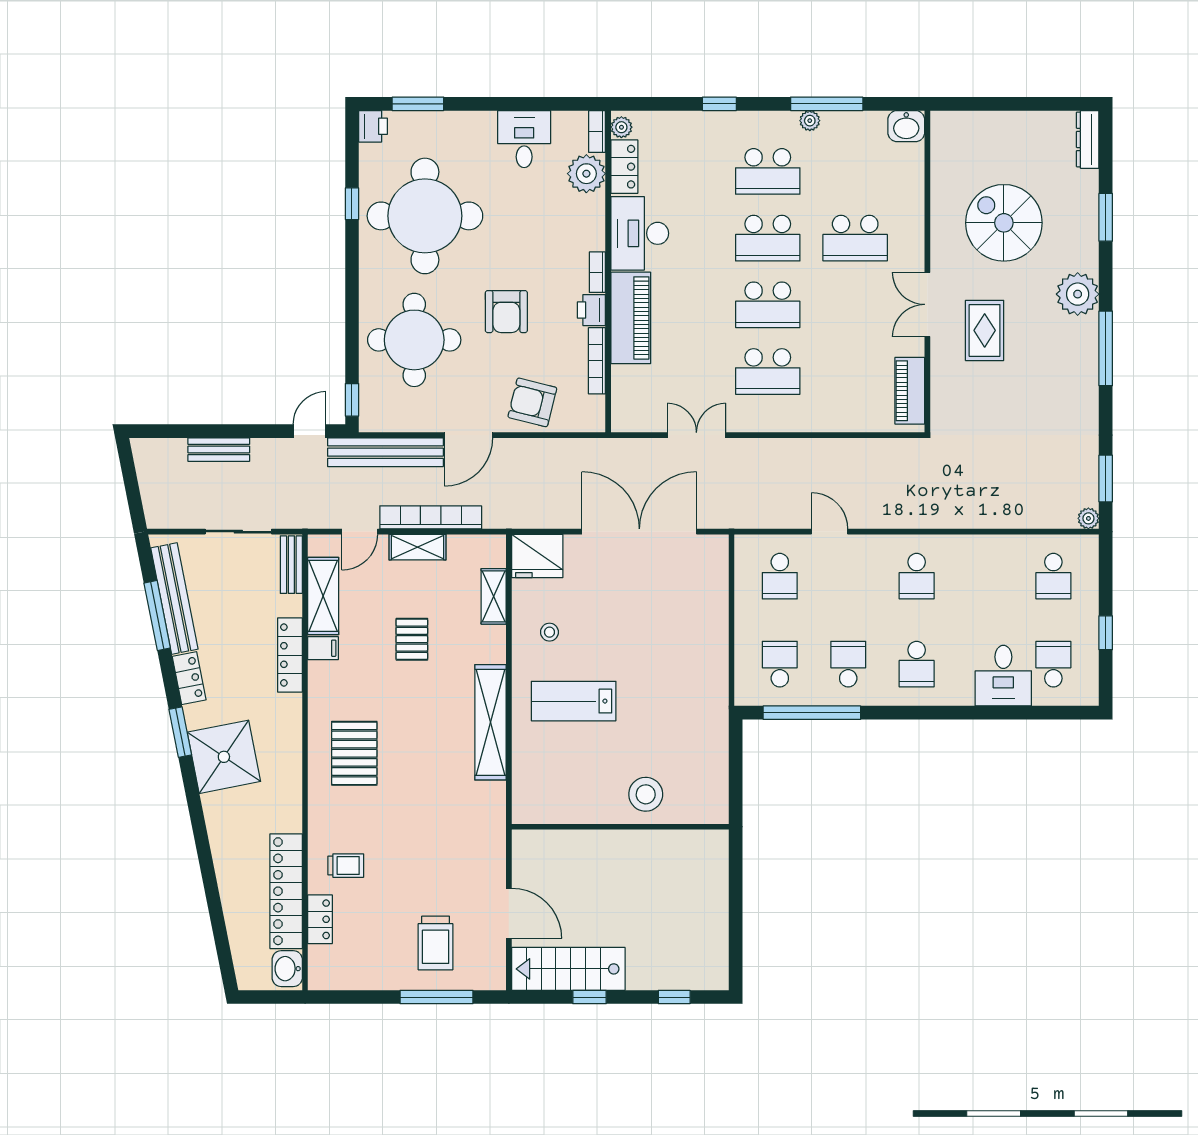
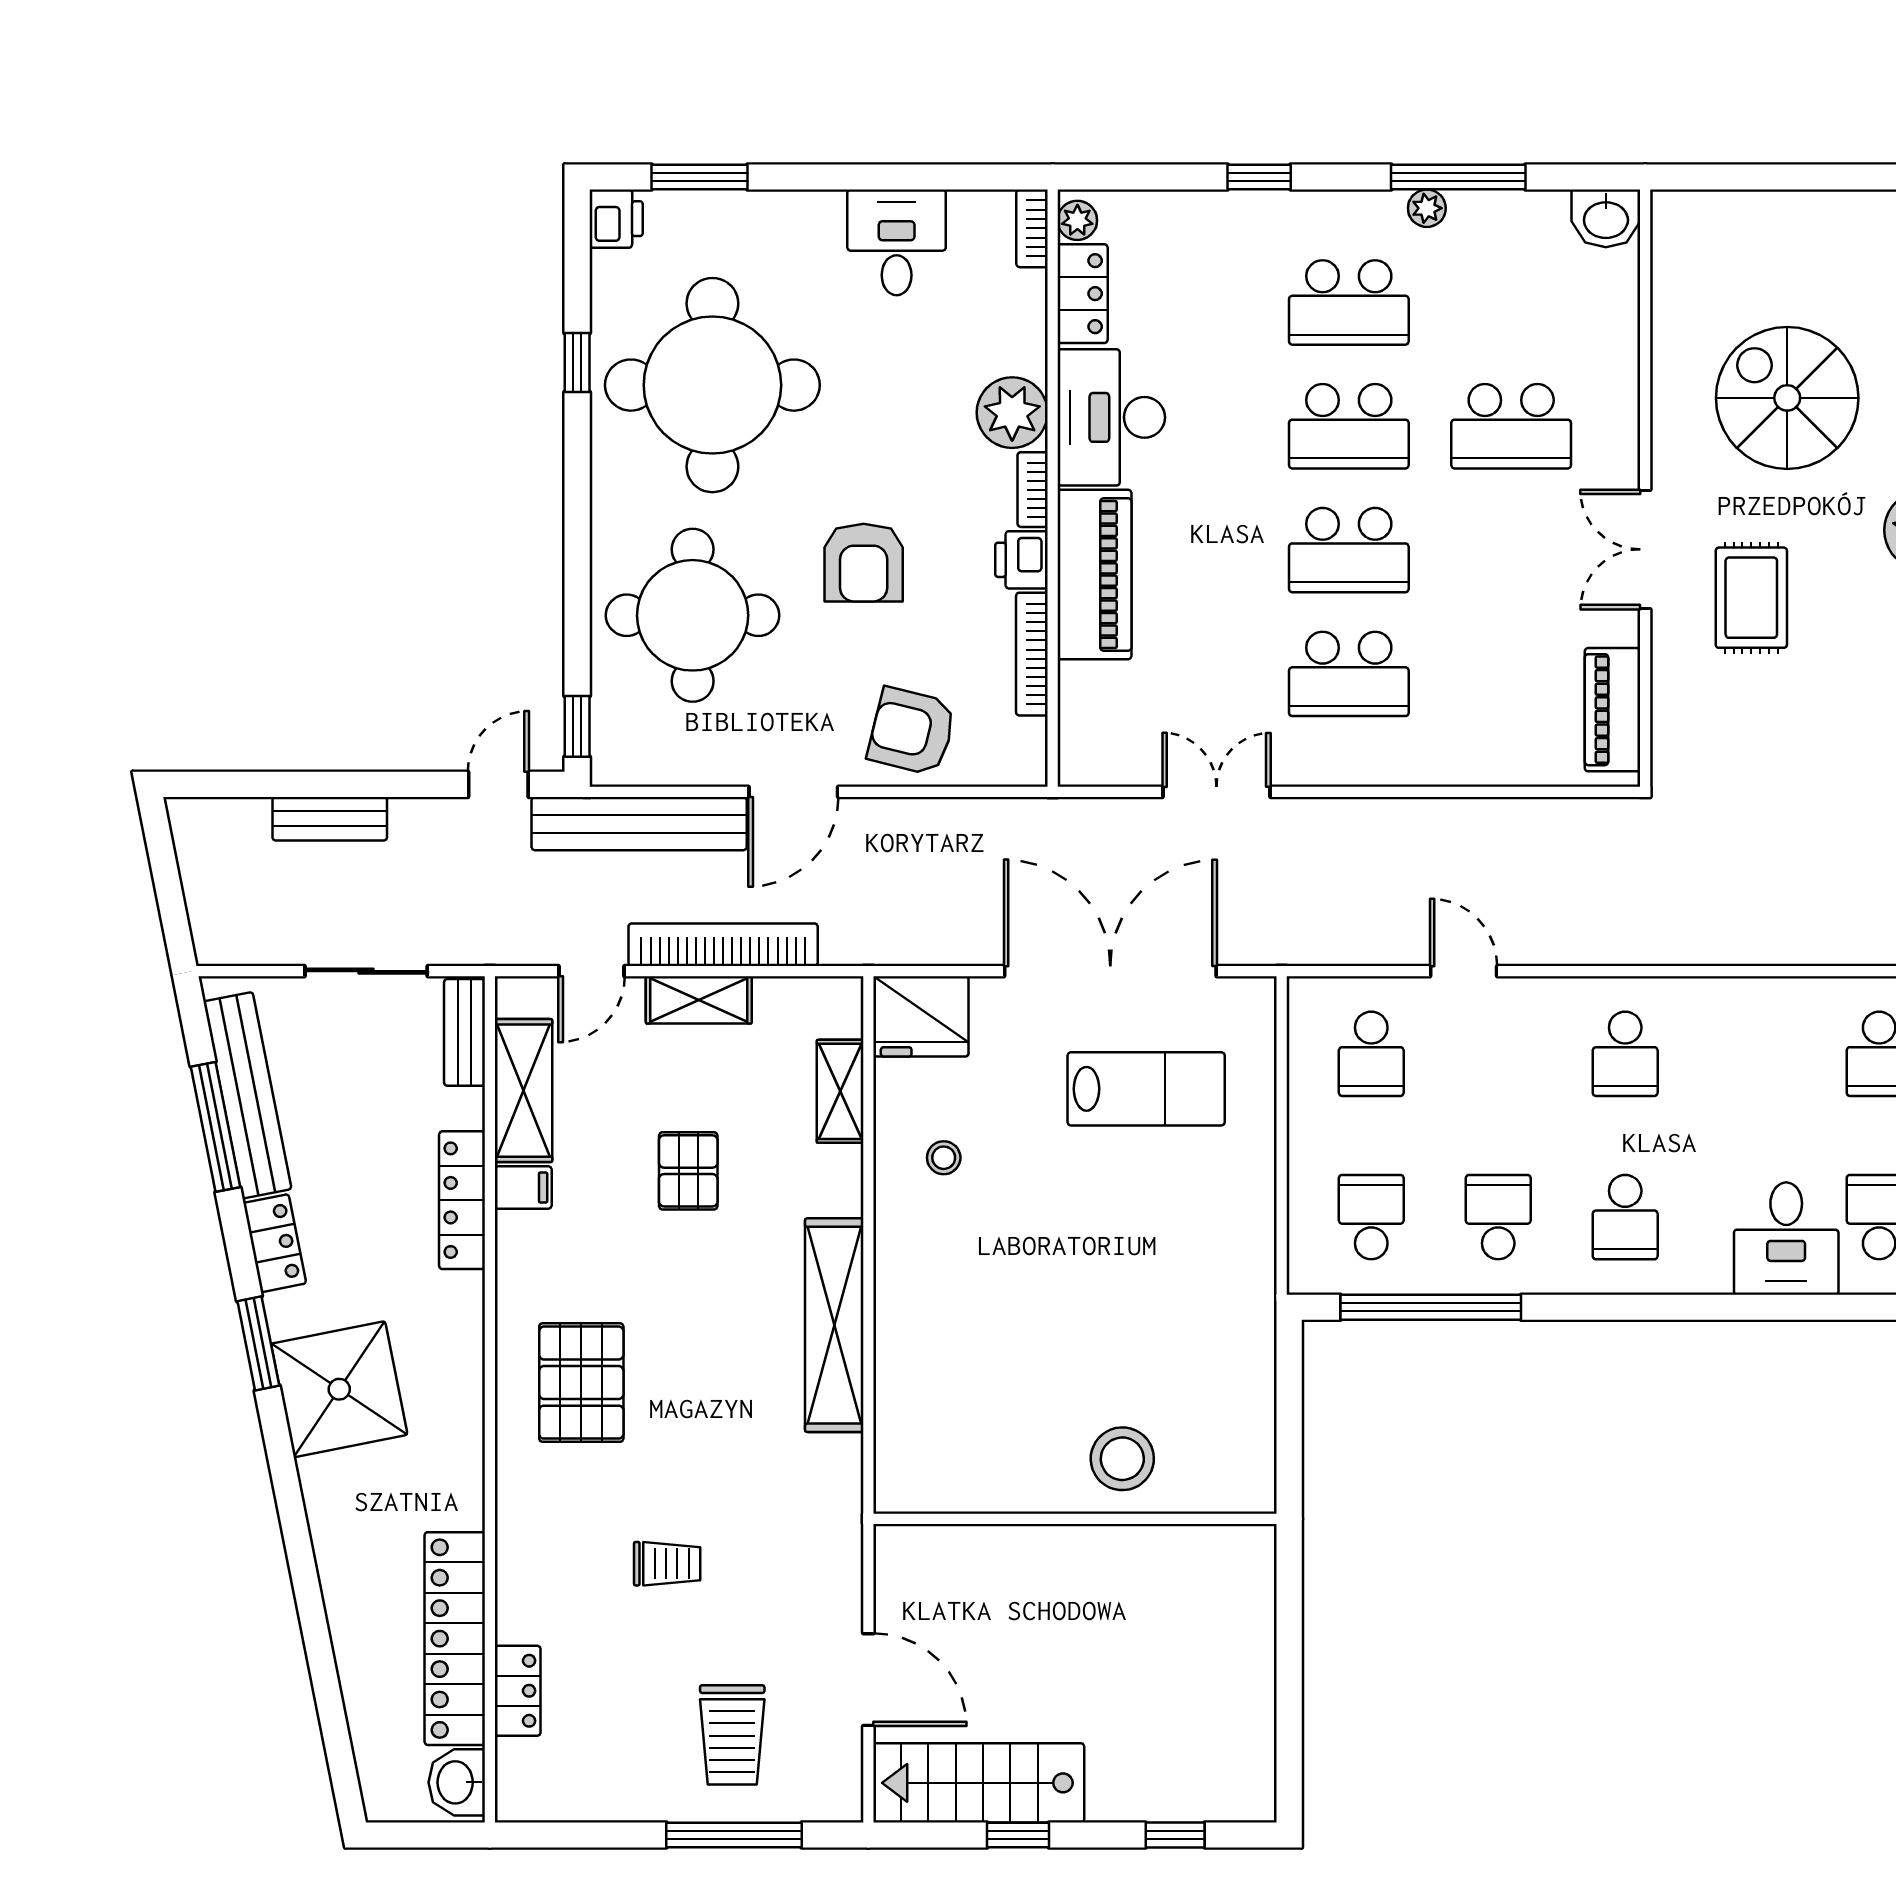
plant: (586, 174) -> (1012, 413), moved
lab bench: (574, 701) -> (1146, 1089), moved, turned 180
trolley: (346, 866) -> (667, 1564), moved

